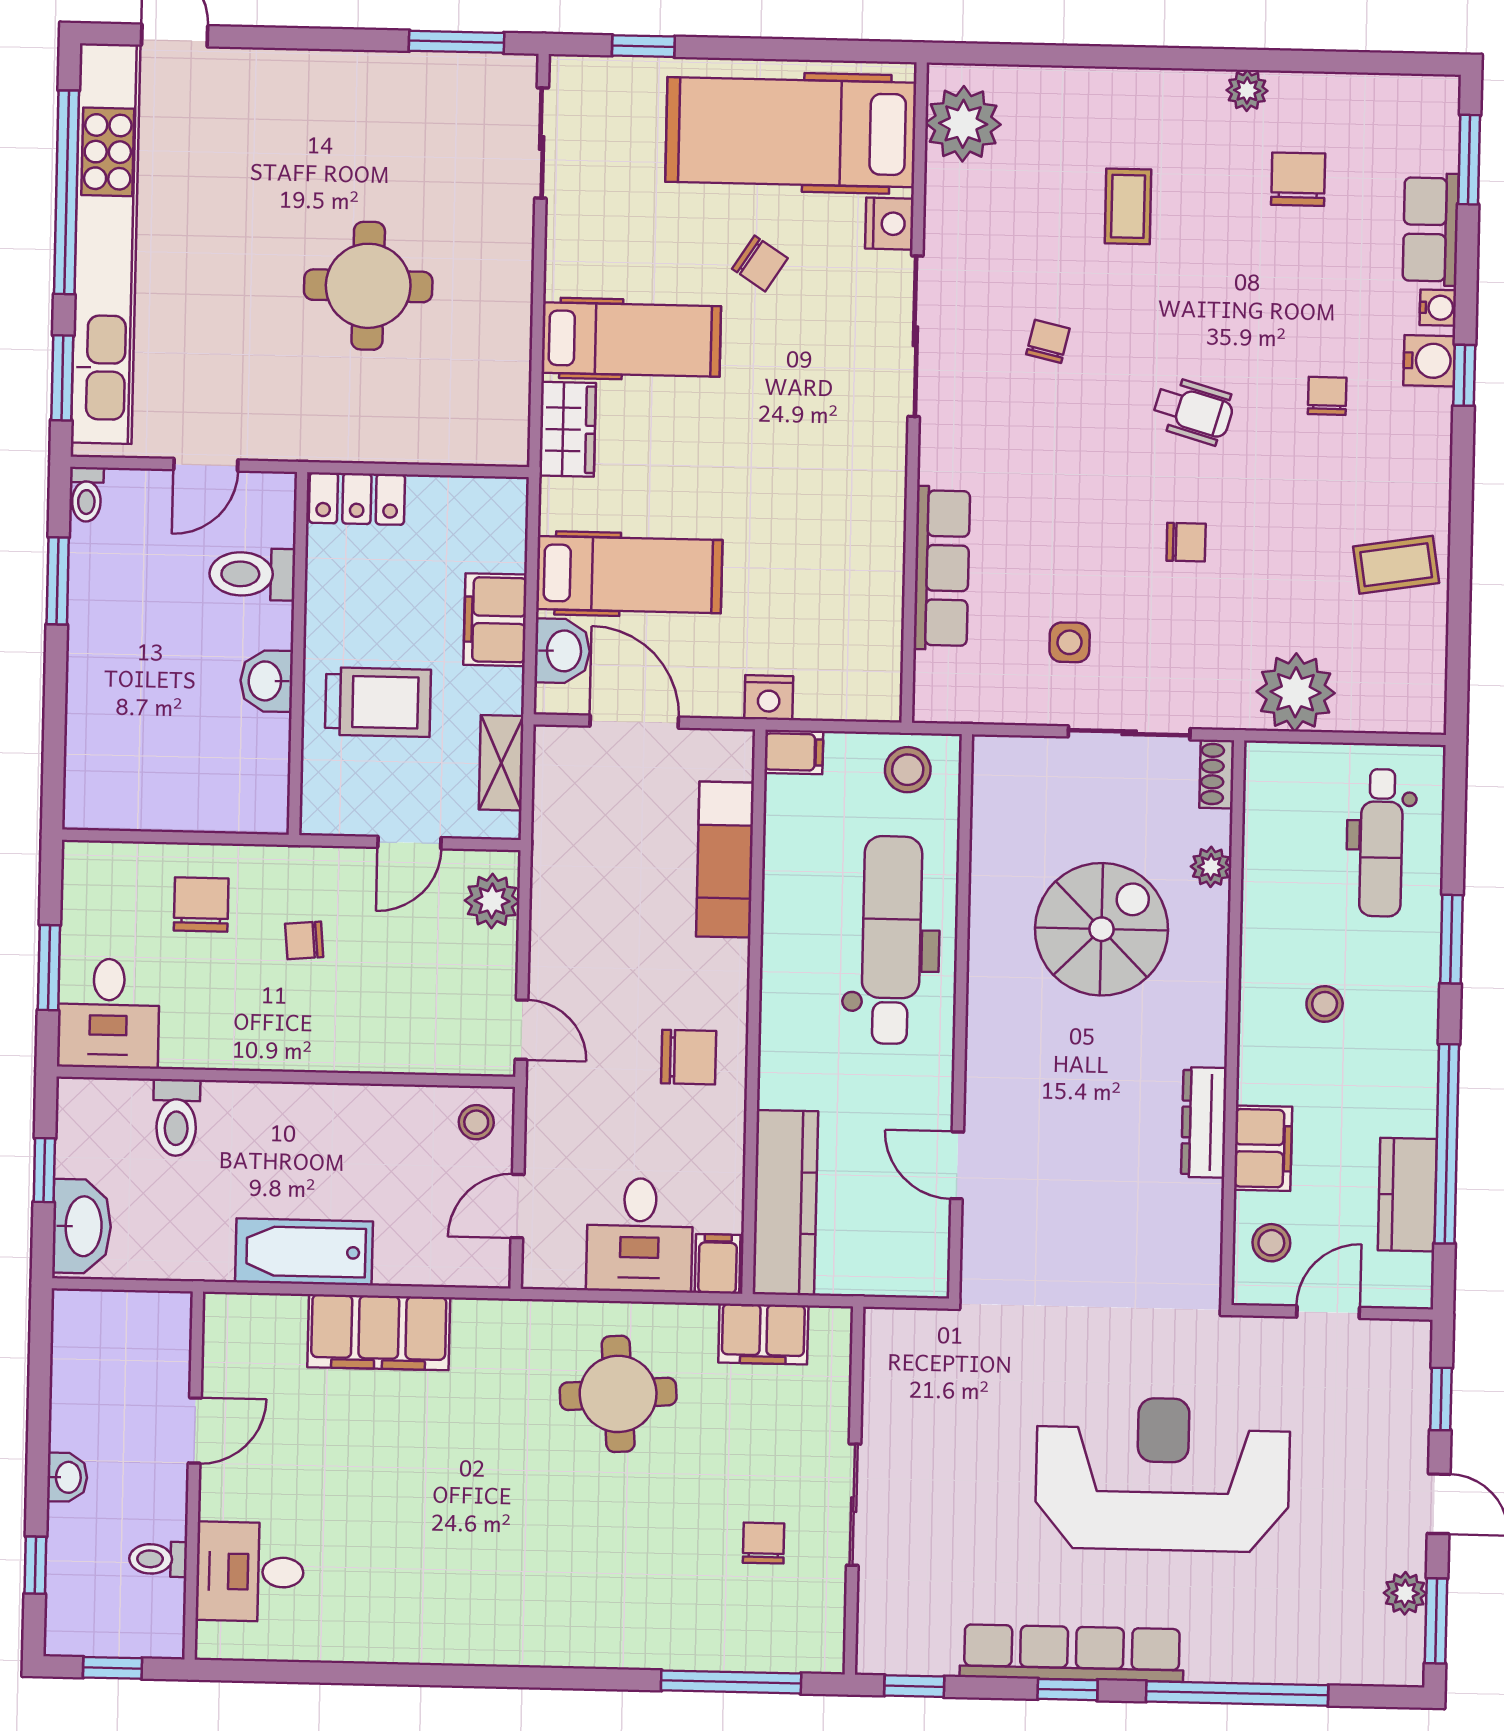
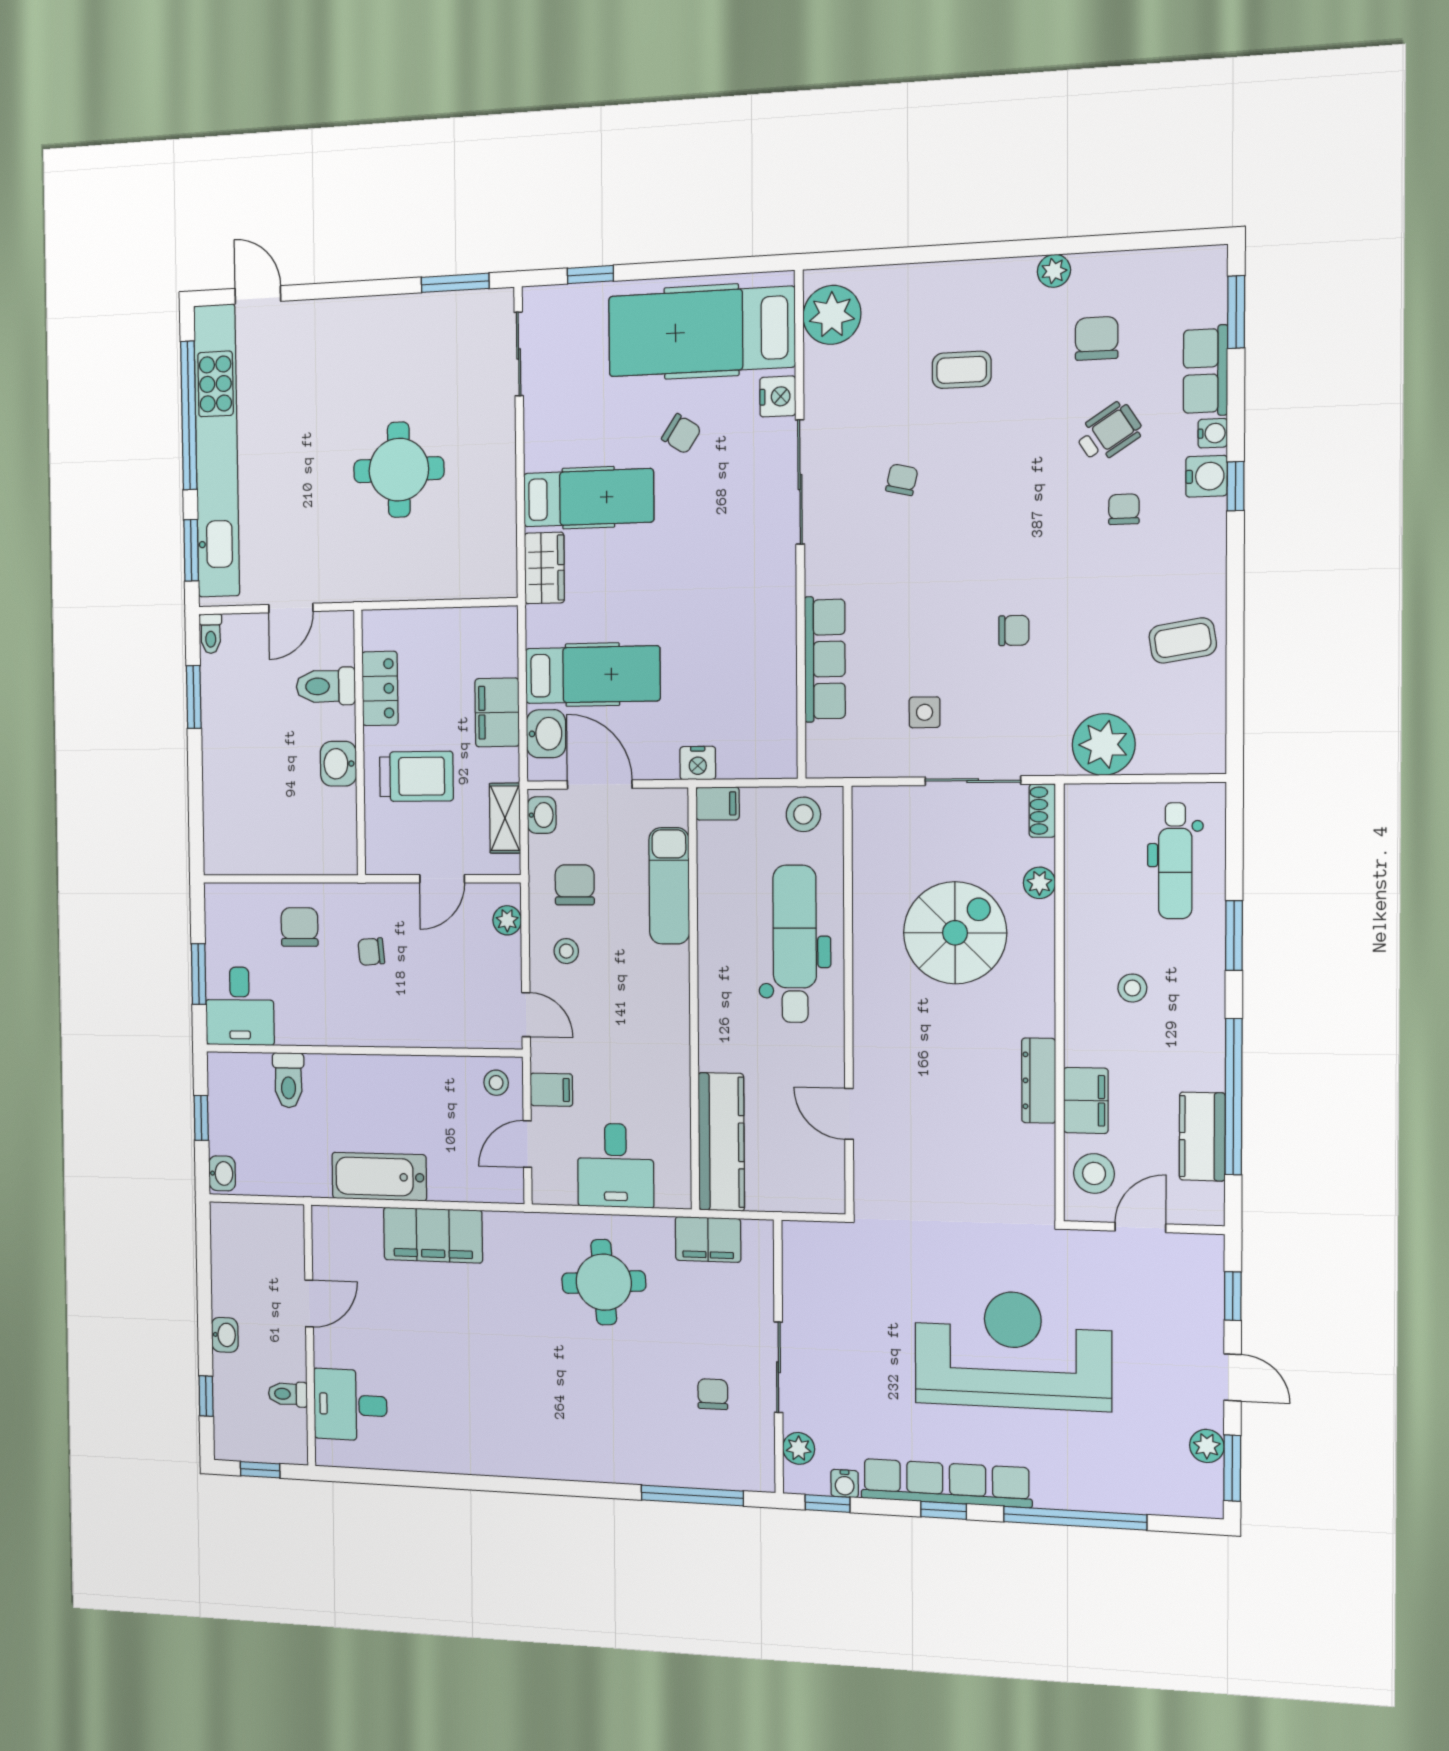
coffee table: (1128, 206) -> (962, 370), turned 90
wheelchair: (1193, 411) -> (1109, 432), moved, turned -49
locker: (357, 499) -> (380, 688), moved, turned -90
washbasin: (553, 760) -> (542, 815), added
plant: (492, 901) -> (507, 920), width x0.73, depth x0.73
stool: (581, 944) -> (566, 951), added
chair: (689, 1057) -> (575, 885), moved, turned -90
washbasin: (82, 1226) -> (222, 1173), width x0.52, depth x0.69
stool: (1271, 1243) -> (1094, 1173), width x1.37, depth x1.37
filing cabinet: (718, 1264) -> (551, 1090), moved, turned 90
plant: (878, 1613) -> (799, 1448), added
water cooler: (938, 1658) -> (845, 1484), added

